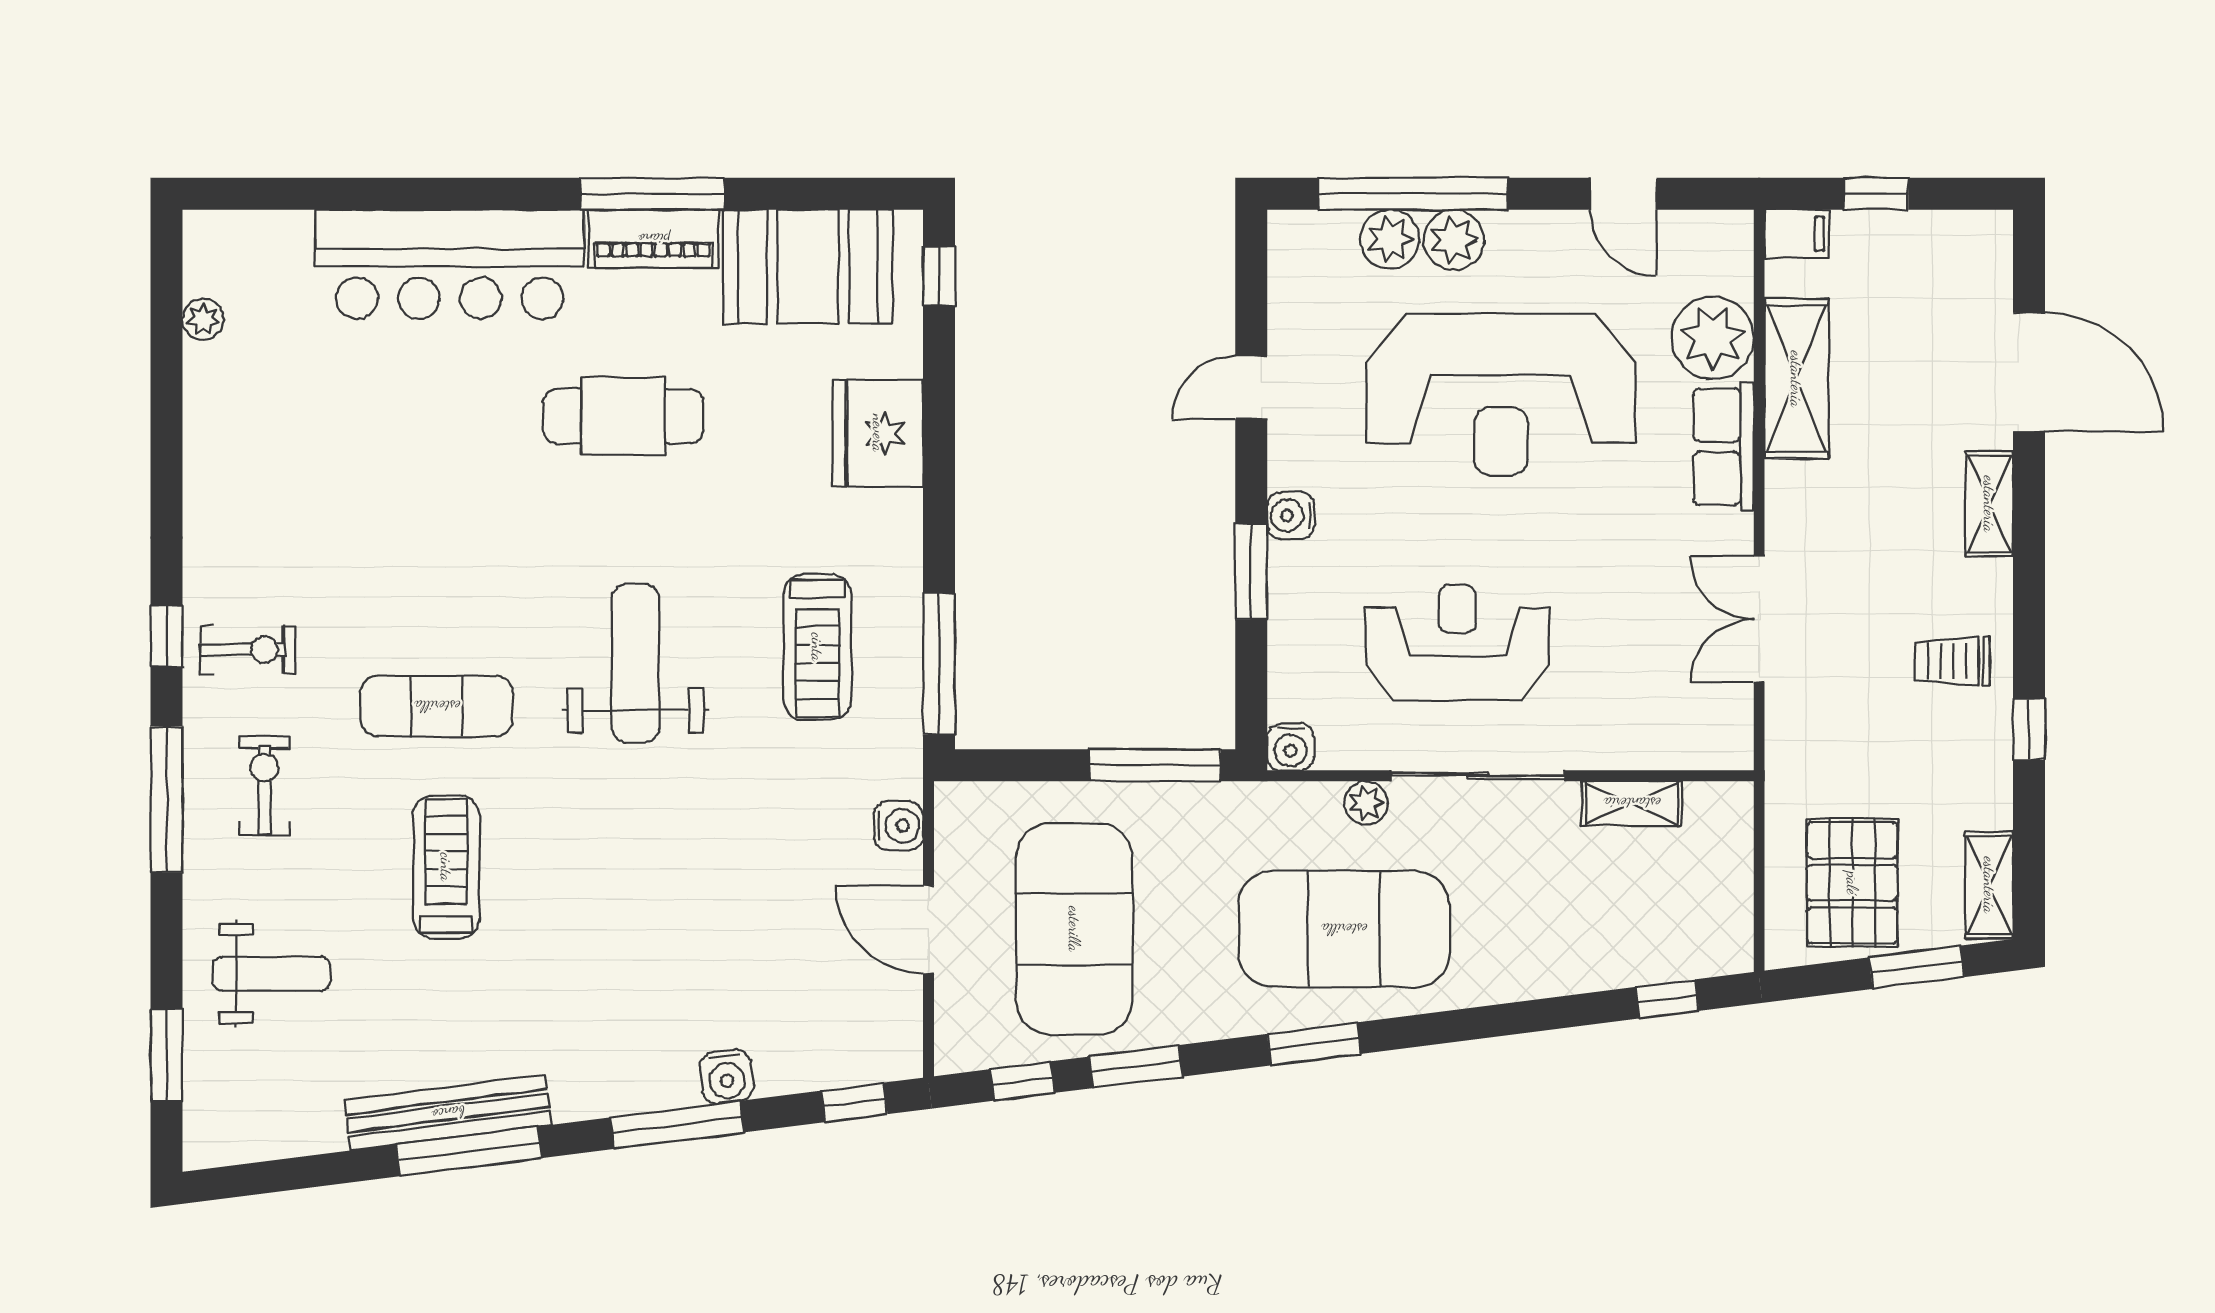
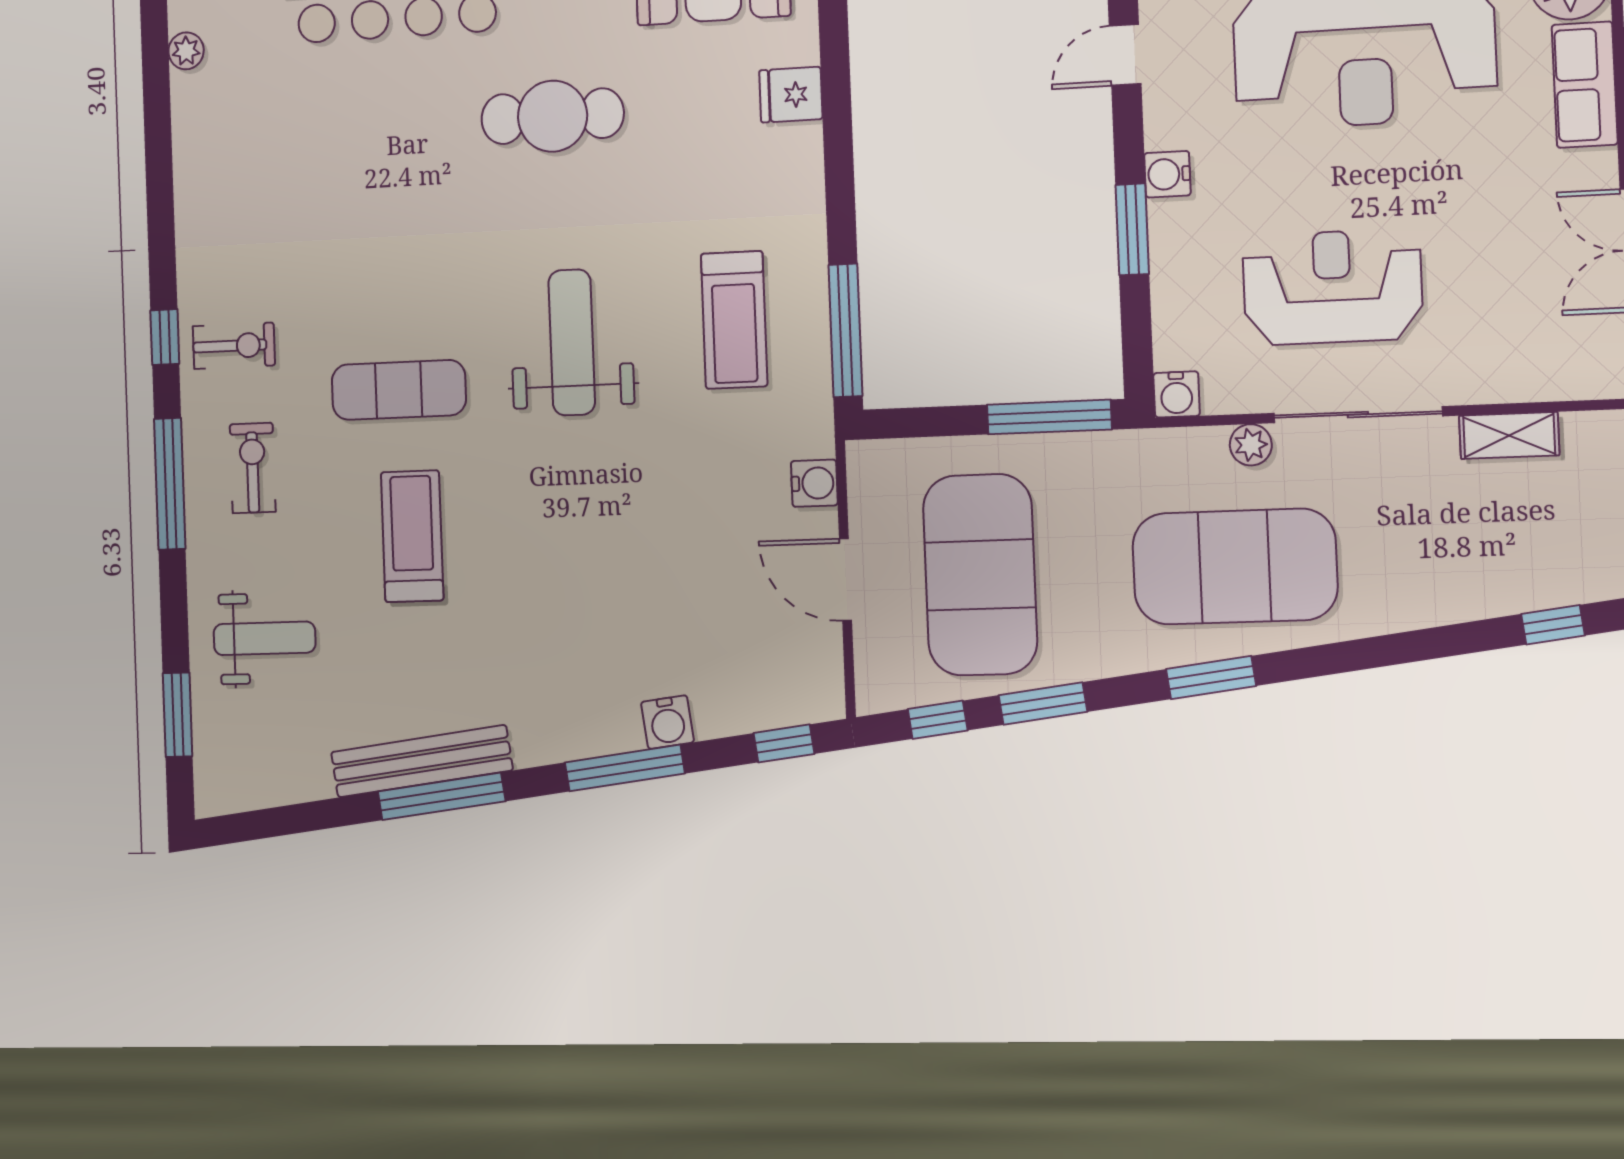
fridge: (878, 433) -> (791, 95), width x0.53, depth x0.75

